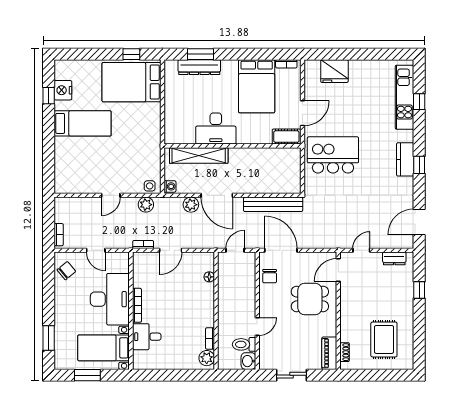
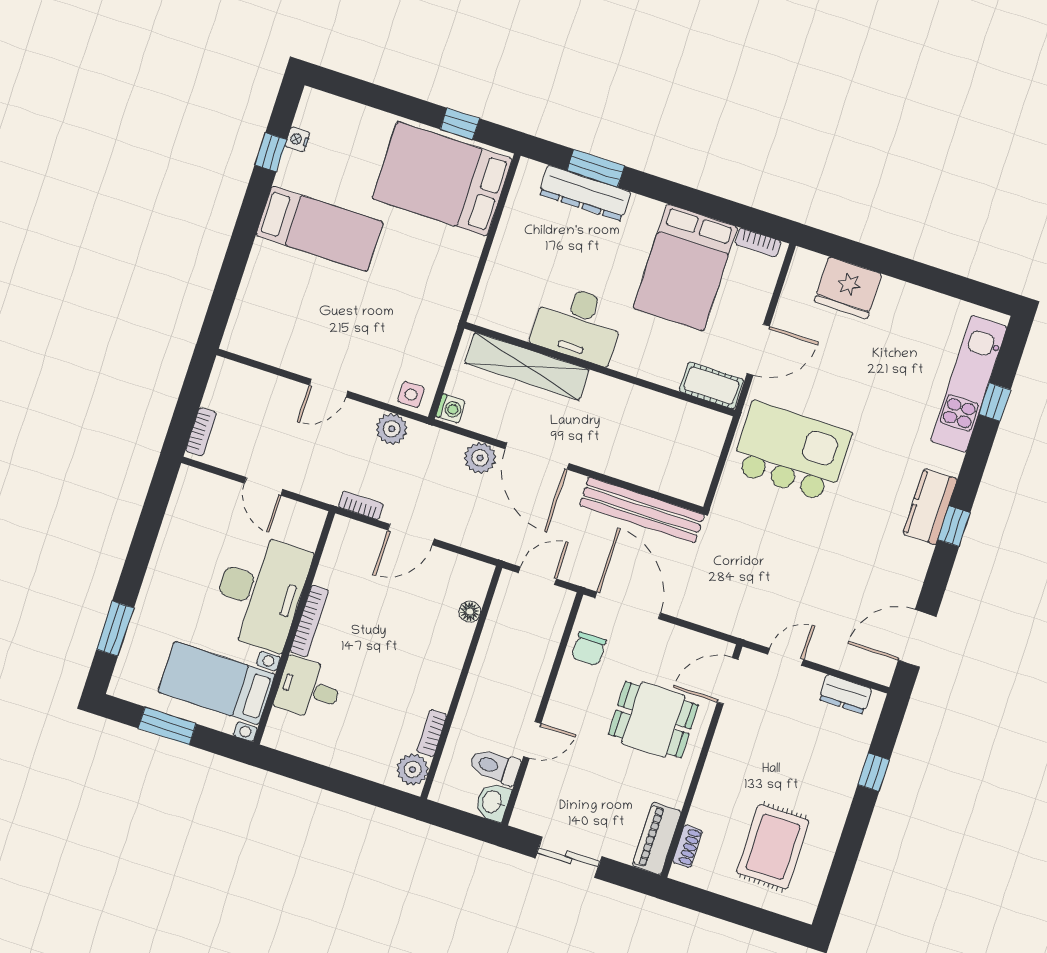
nightstand: (63, 90) -> (298, 139), width x0.53, depth x0.56
chair: (66, 271) -> (193, 507), removed

